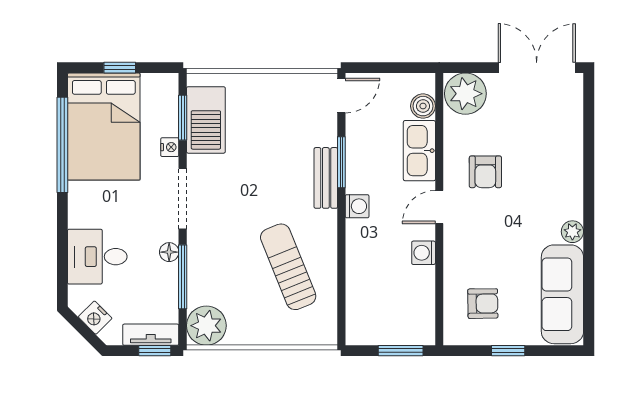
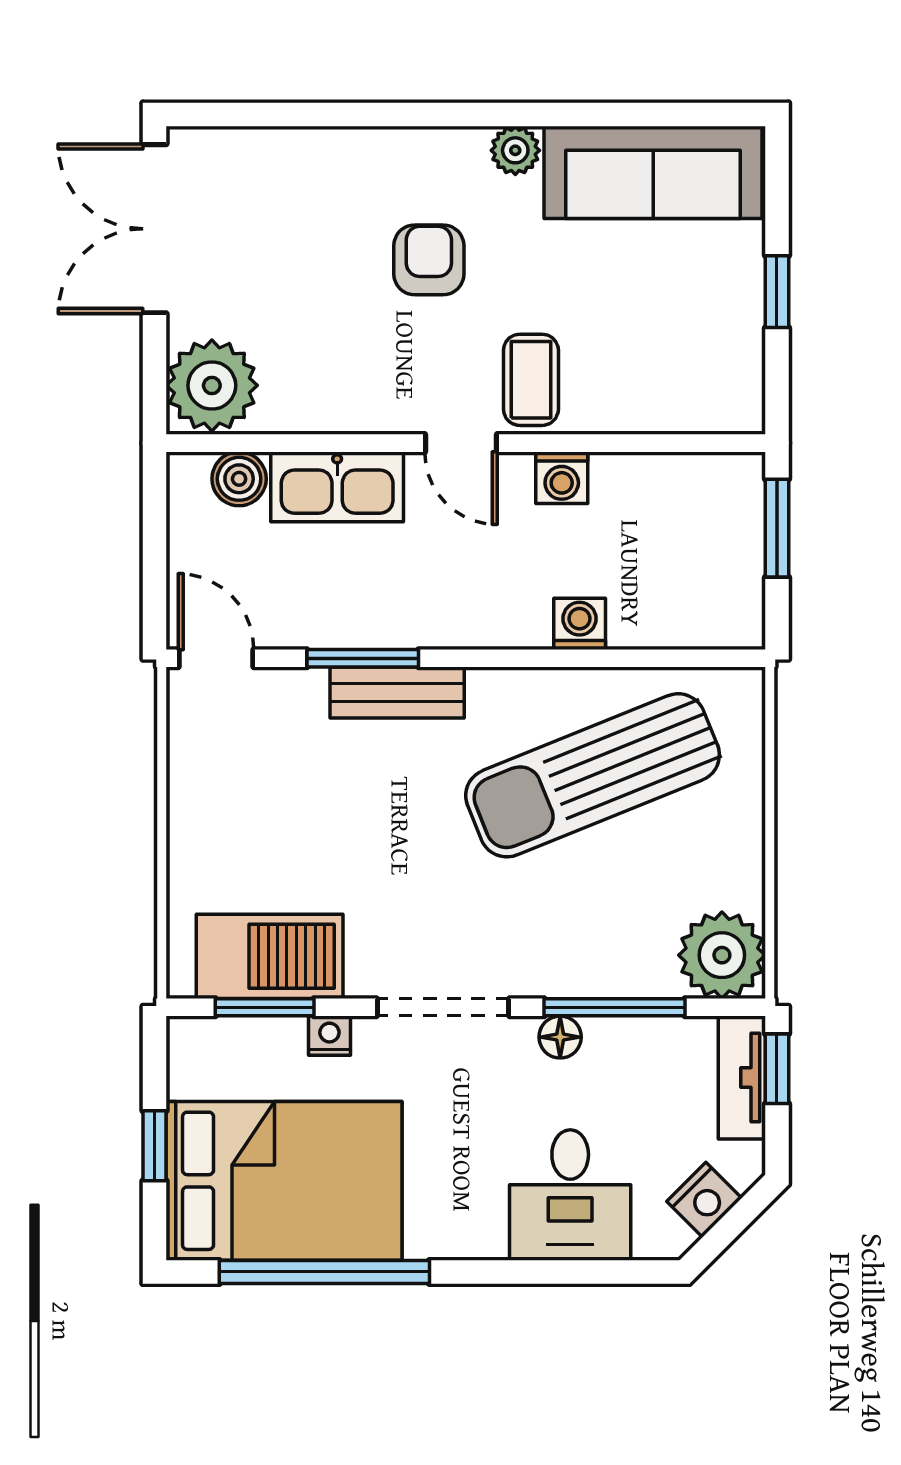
armchair: (485, 172) -> (429, 260), moved, turned -90
washing machine: (357, 206) -> (580, 624), moved
coffee table: (468, 239) -> (531, 380), added
sun lounger: (288, 267) -> (593, 775), width x1.36, depth x1.34
armchair: (483, 304) -> (673, 347), removed

